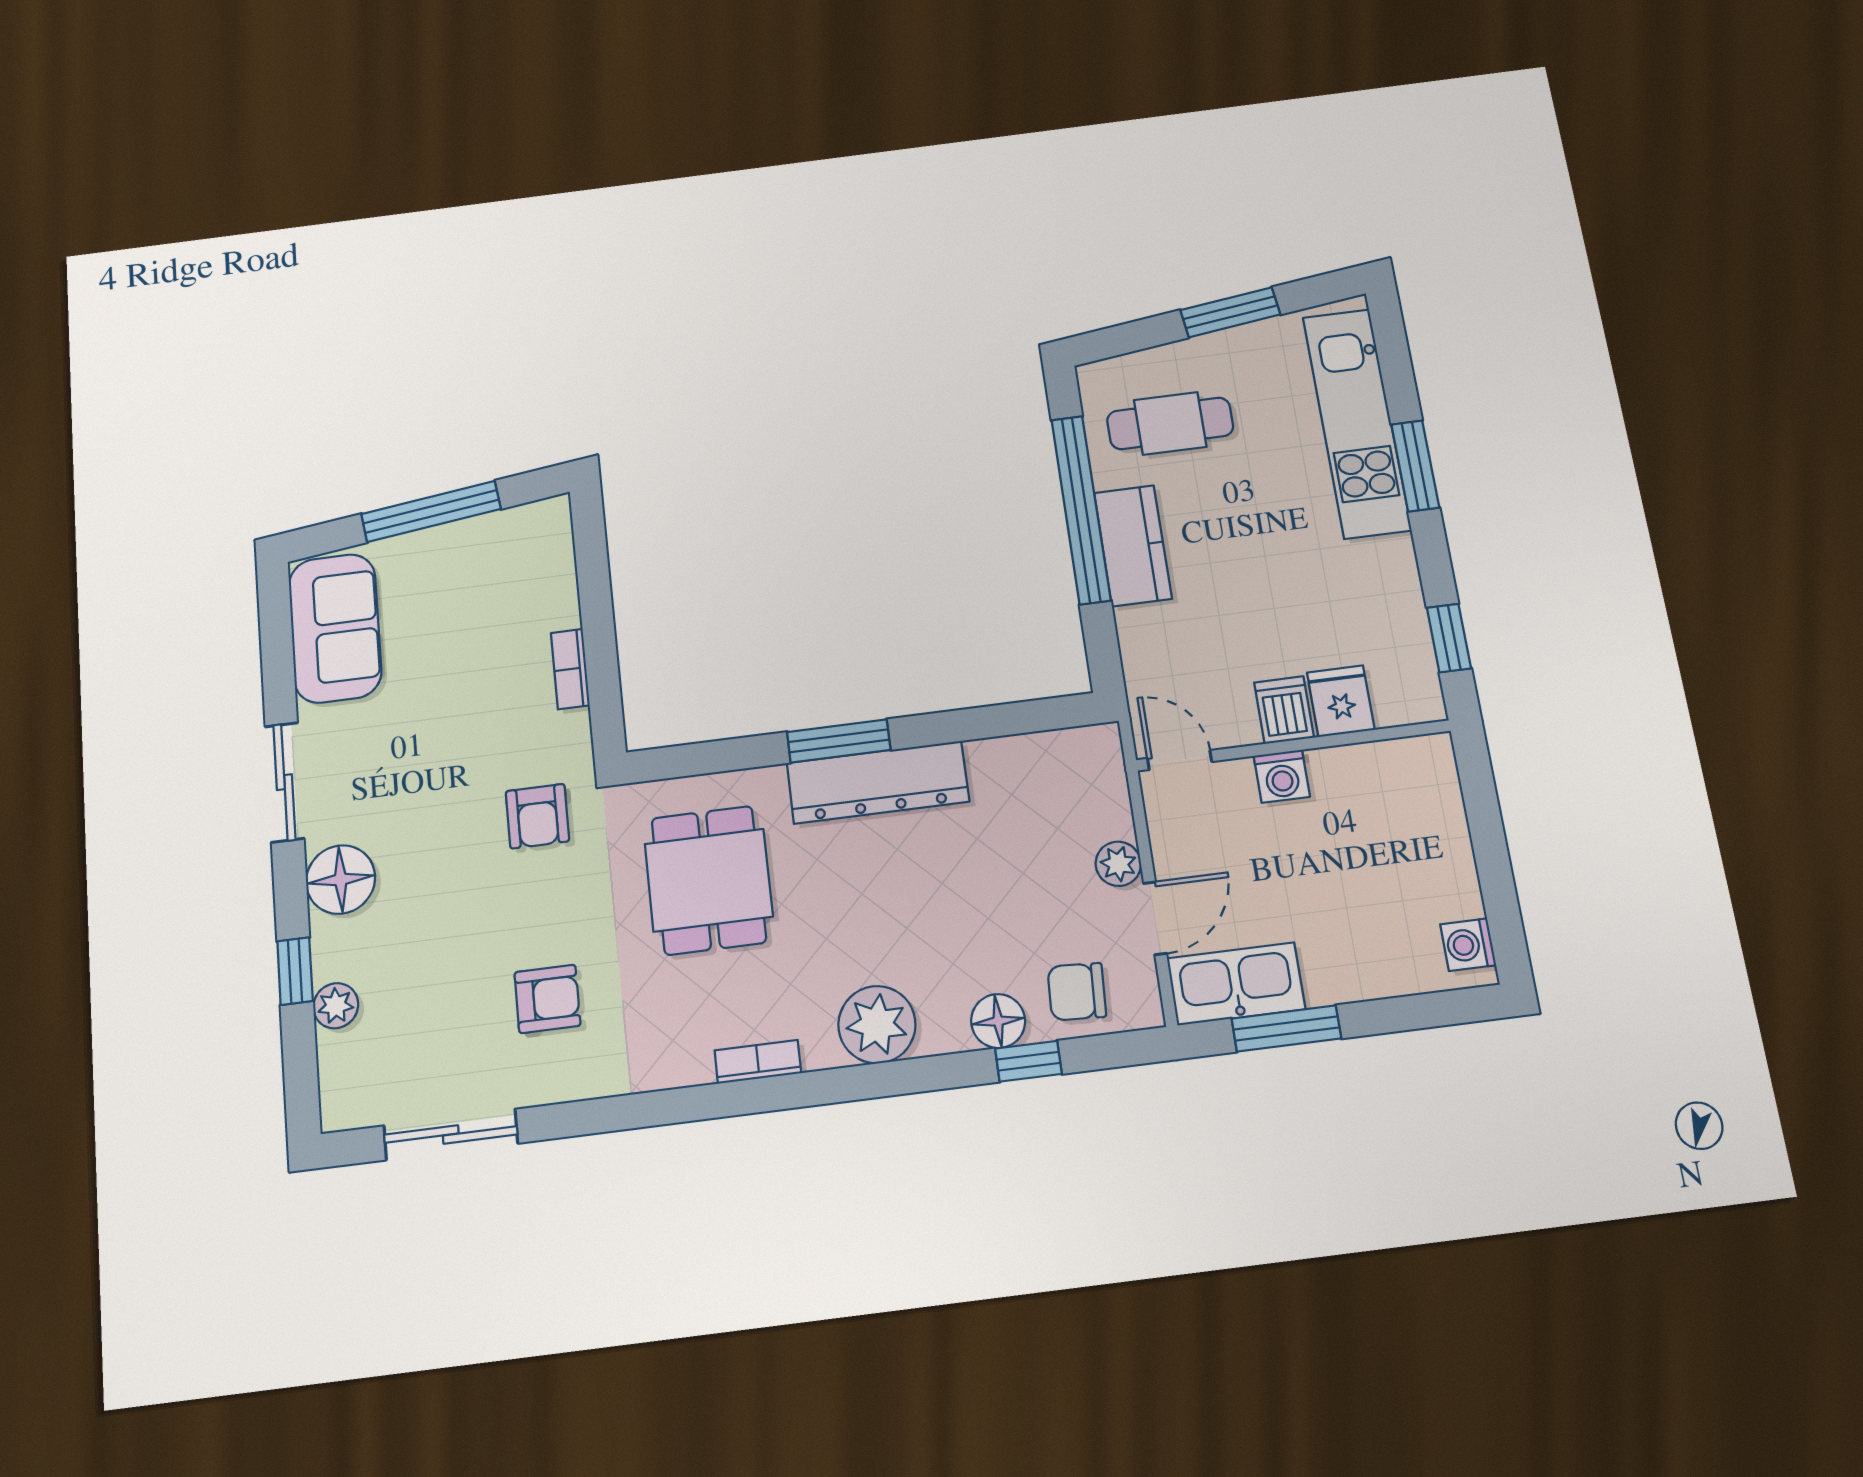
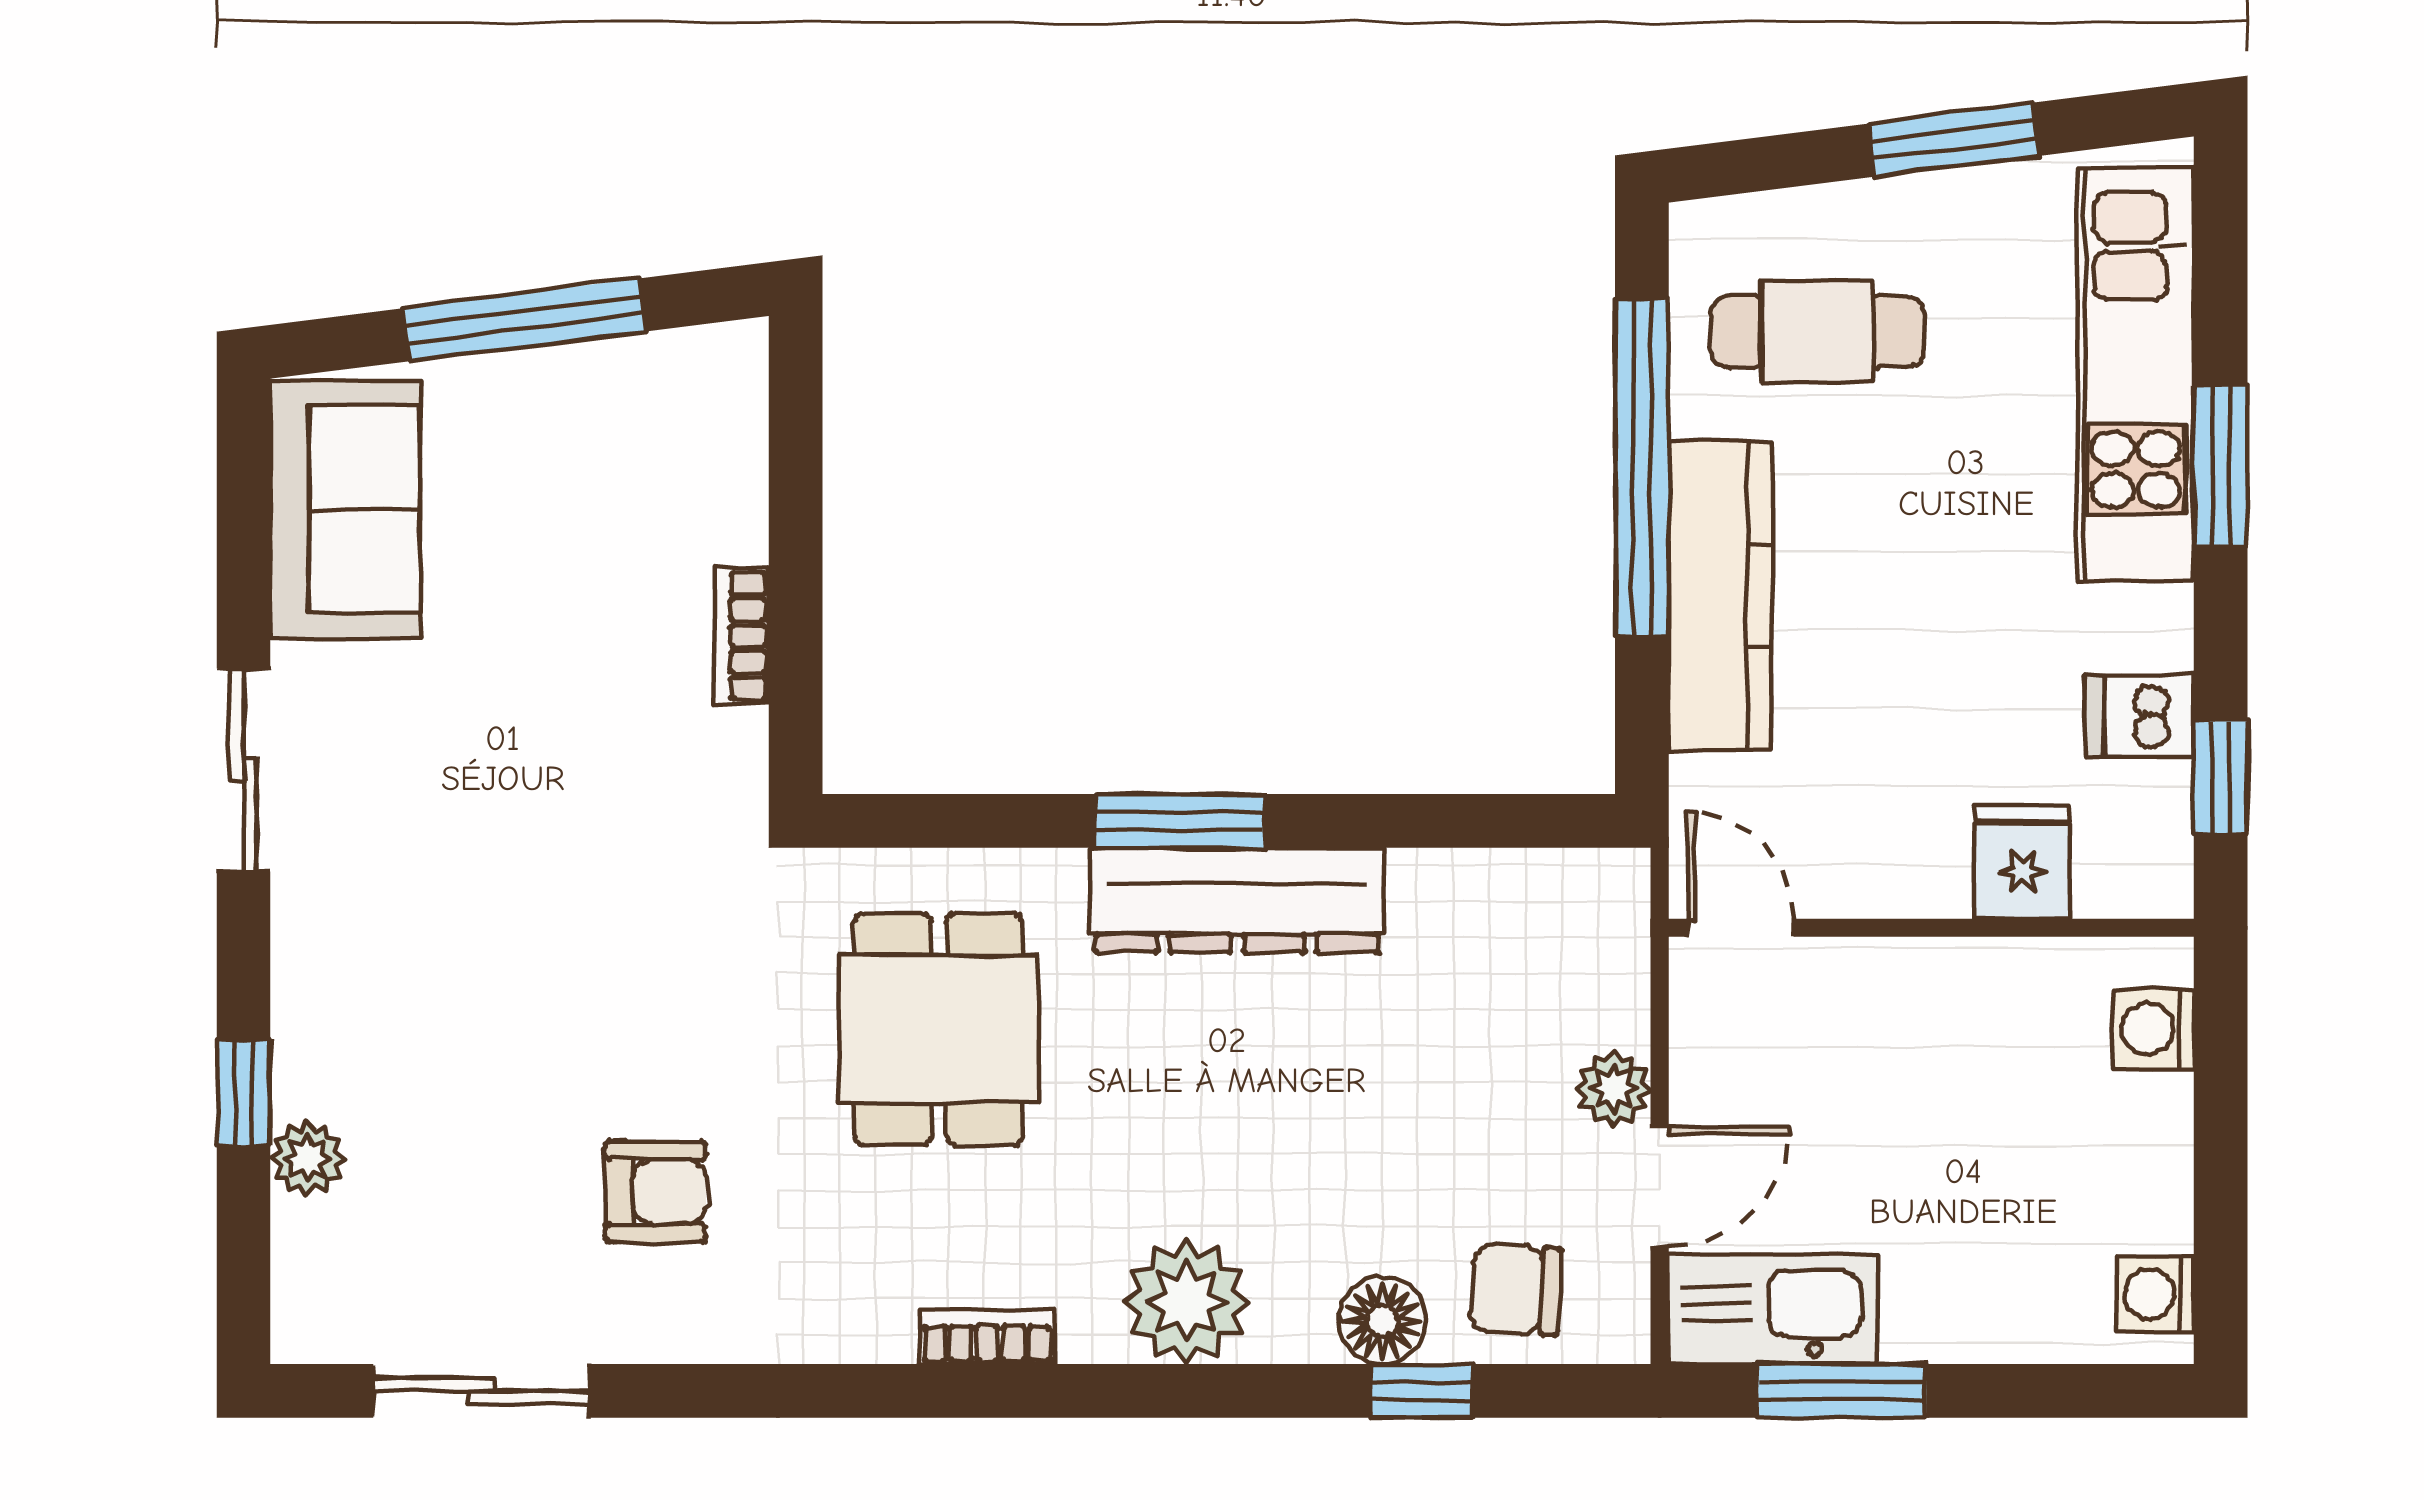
kitchen counter: (1133, 546) -> (1720, 596), width x1.50
dishwasher: (1284, 710) -> (2140, 716), moved, turned -90
washing machine: (1282, 776) -> (2153, 1029), moved, turned 90
armchair: (537, 816) -> (665, 884), removed
floor lamp: (341, 879) -> (328, 949), removed

